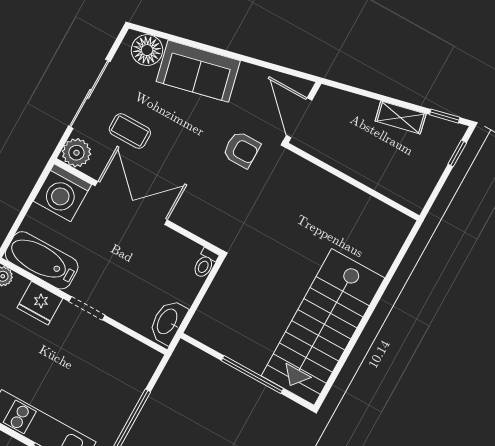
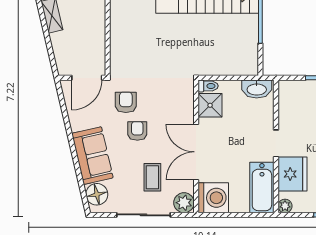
armchair: (198, 144) -> (137, 131), added
shower: (180, 252) -> (210, 105), added
fridge: (40, 303) -> (293, 174), width x1.36, depth x1.34

